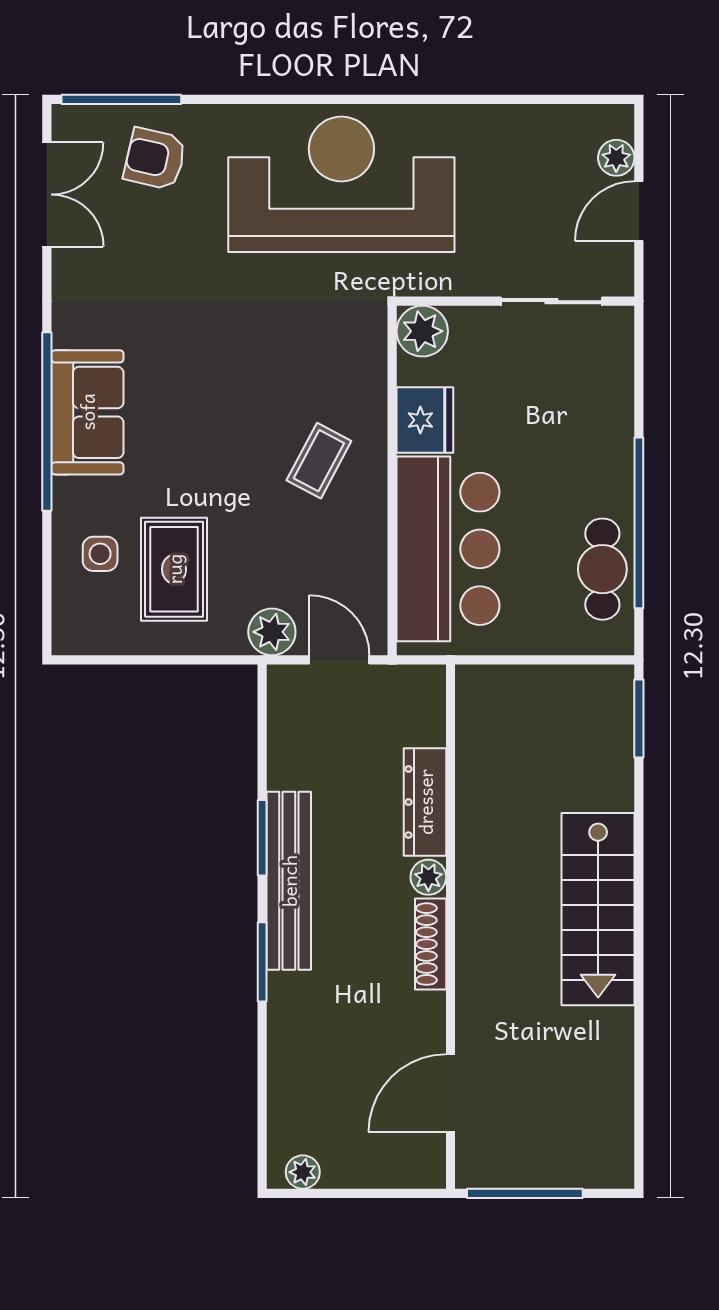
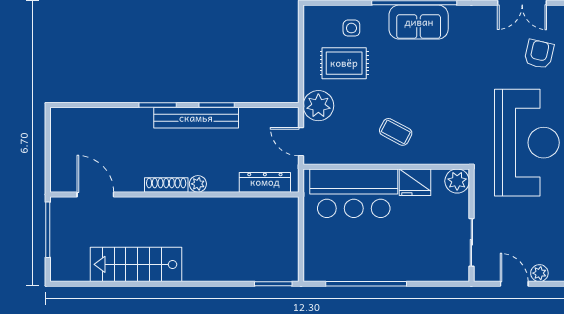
cafe table: (602, 569) -> (344, 267), removed
plant: (272, 632) -> (318, 106), width x1.36, depth x1.36
door: (339, 660) -> (301, 142), swing flipped
dresser: (425, 802) -> (265, 182), moved
stairs: (598, 909) -> (136, 264), moved
plant: (303, 1172) -> (58, 124), removed

